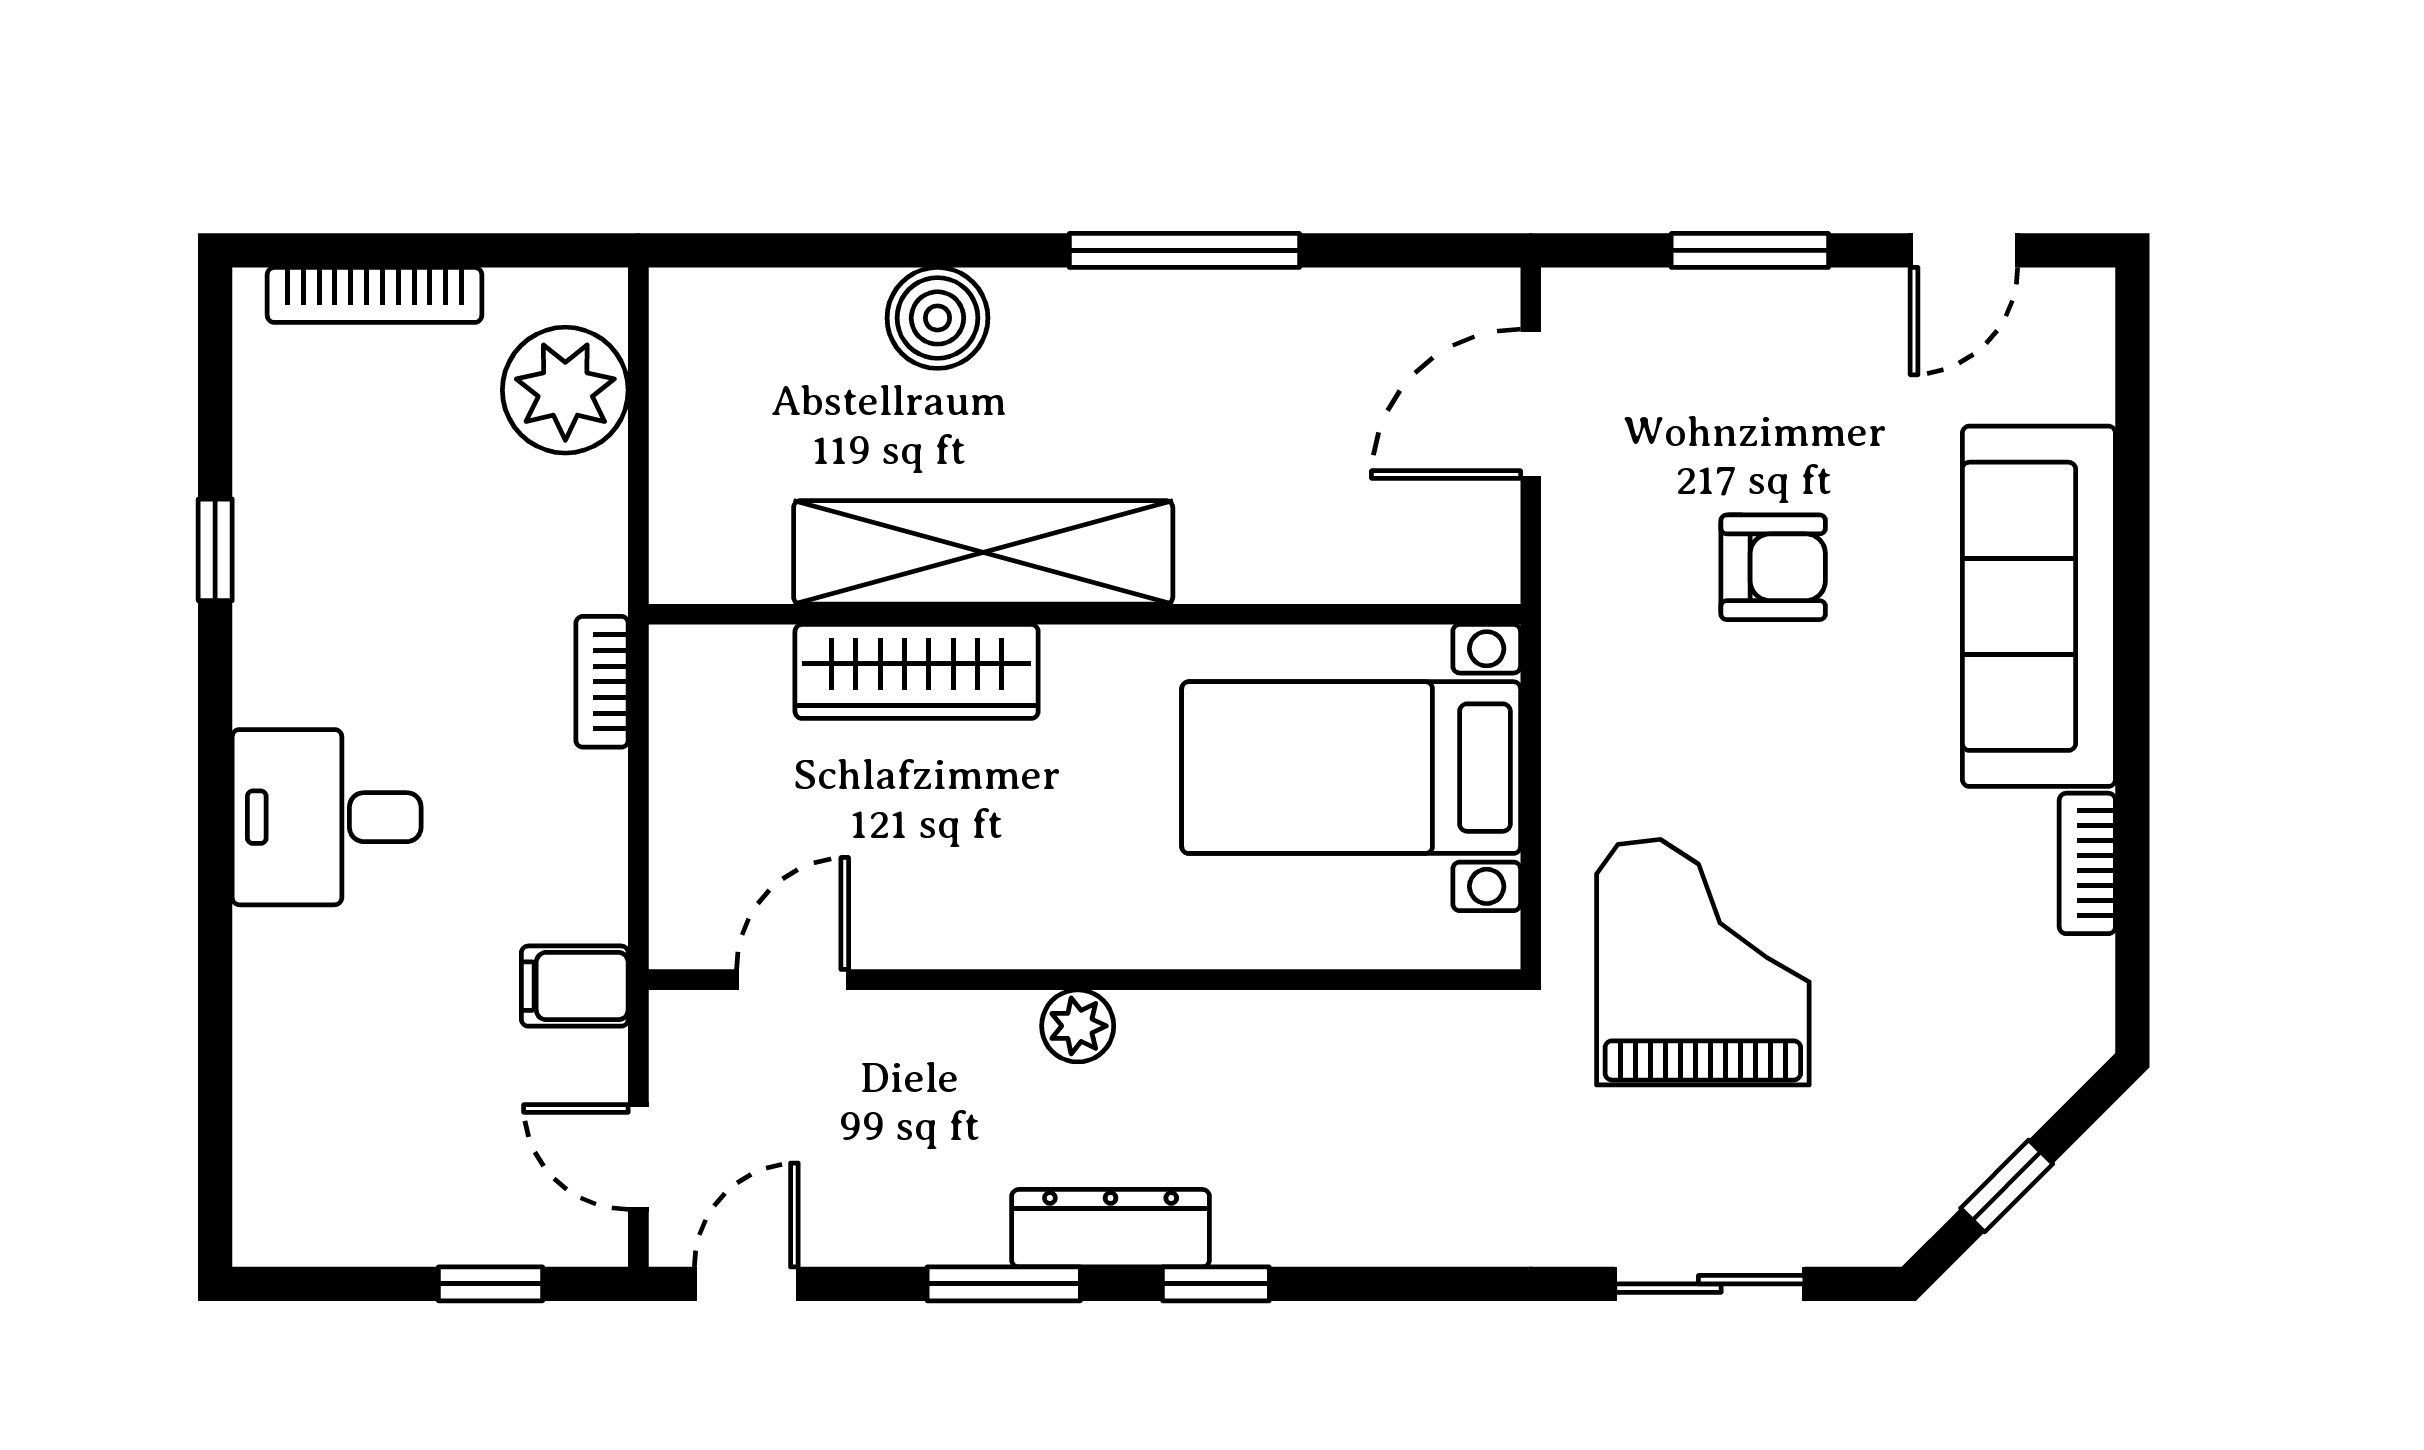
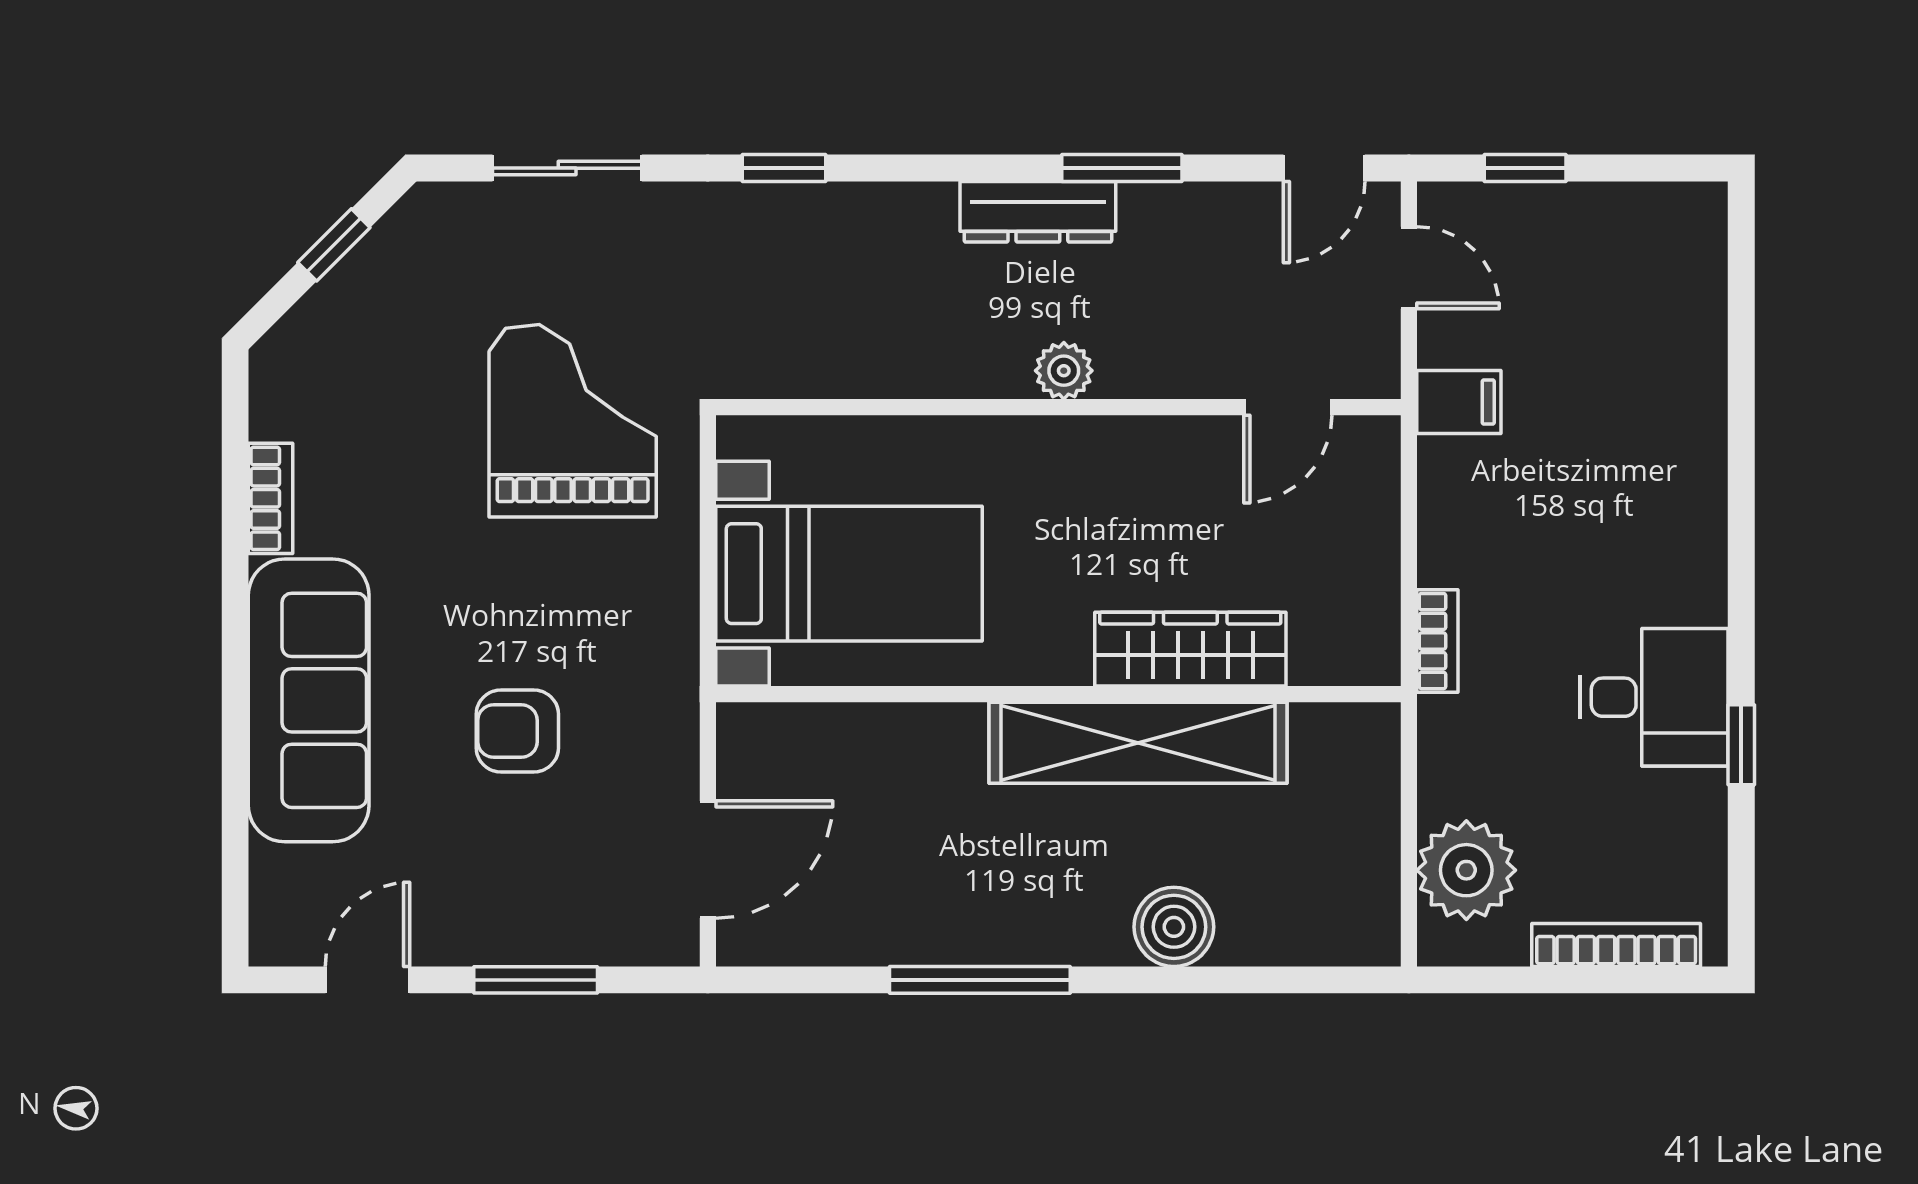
desk: (327, 817) -> (1654, 697), moved
grand piano: (1703, 962) -> (573, 421), turned 180
window: (1216, 1284) -> (784, 168), moved

